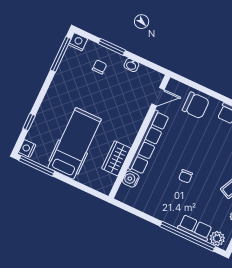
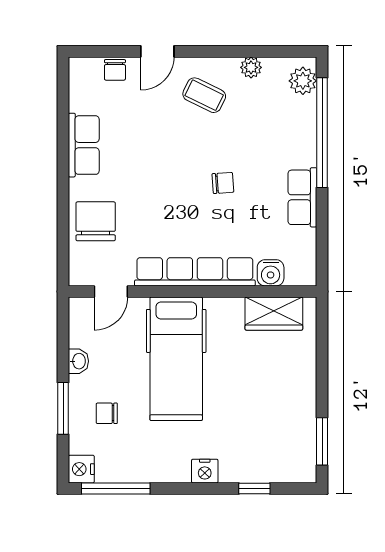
door: (158, 97) -> (111, 291), swing flipped
hospital bed: (75, 143) -> (176, 359), moved, turned -90
nightstand: (27, 148) -> (205, 471), moved
wardrobe: (116, 158) -> (274, 314), moved
window: (37, 166) -> (322, 441), width x0.69
row of seats: (195, 228) -> (302, 197), moved

